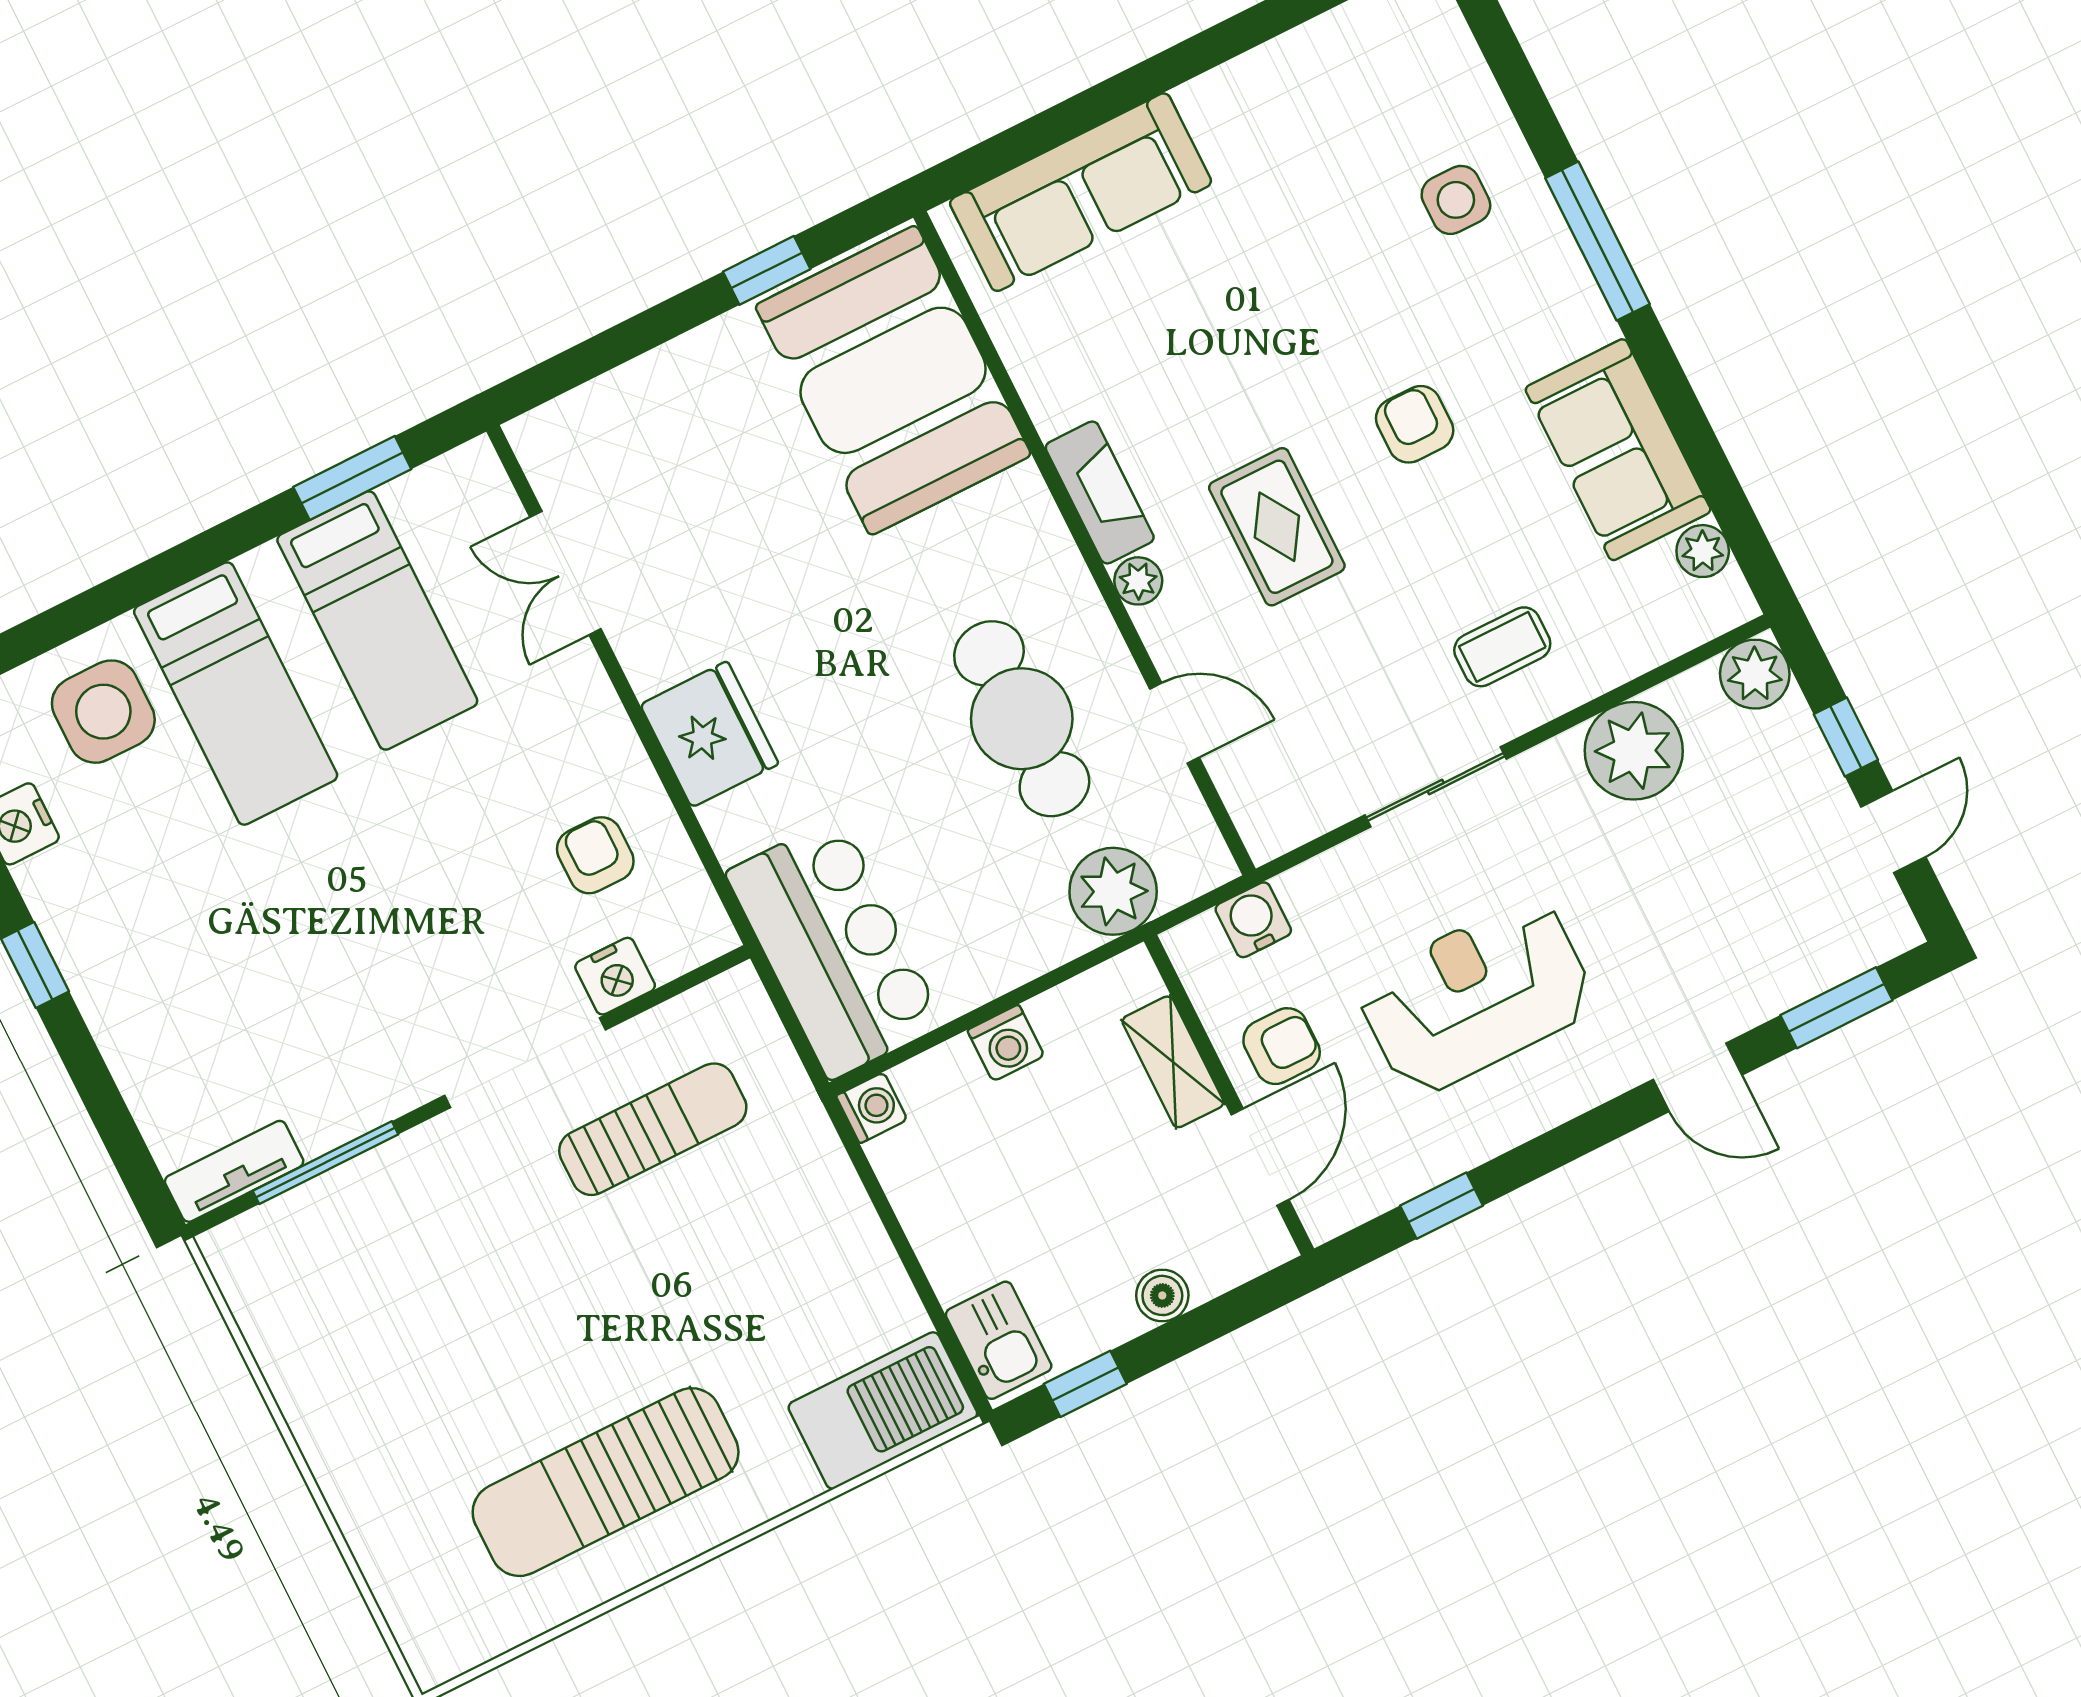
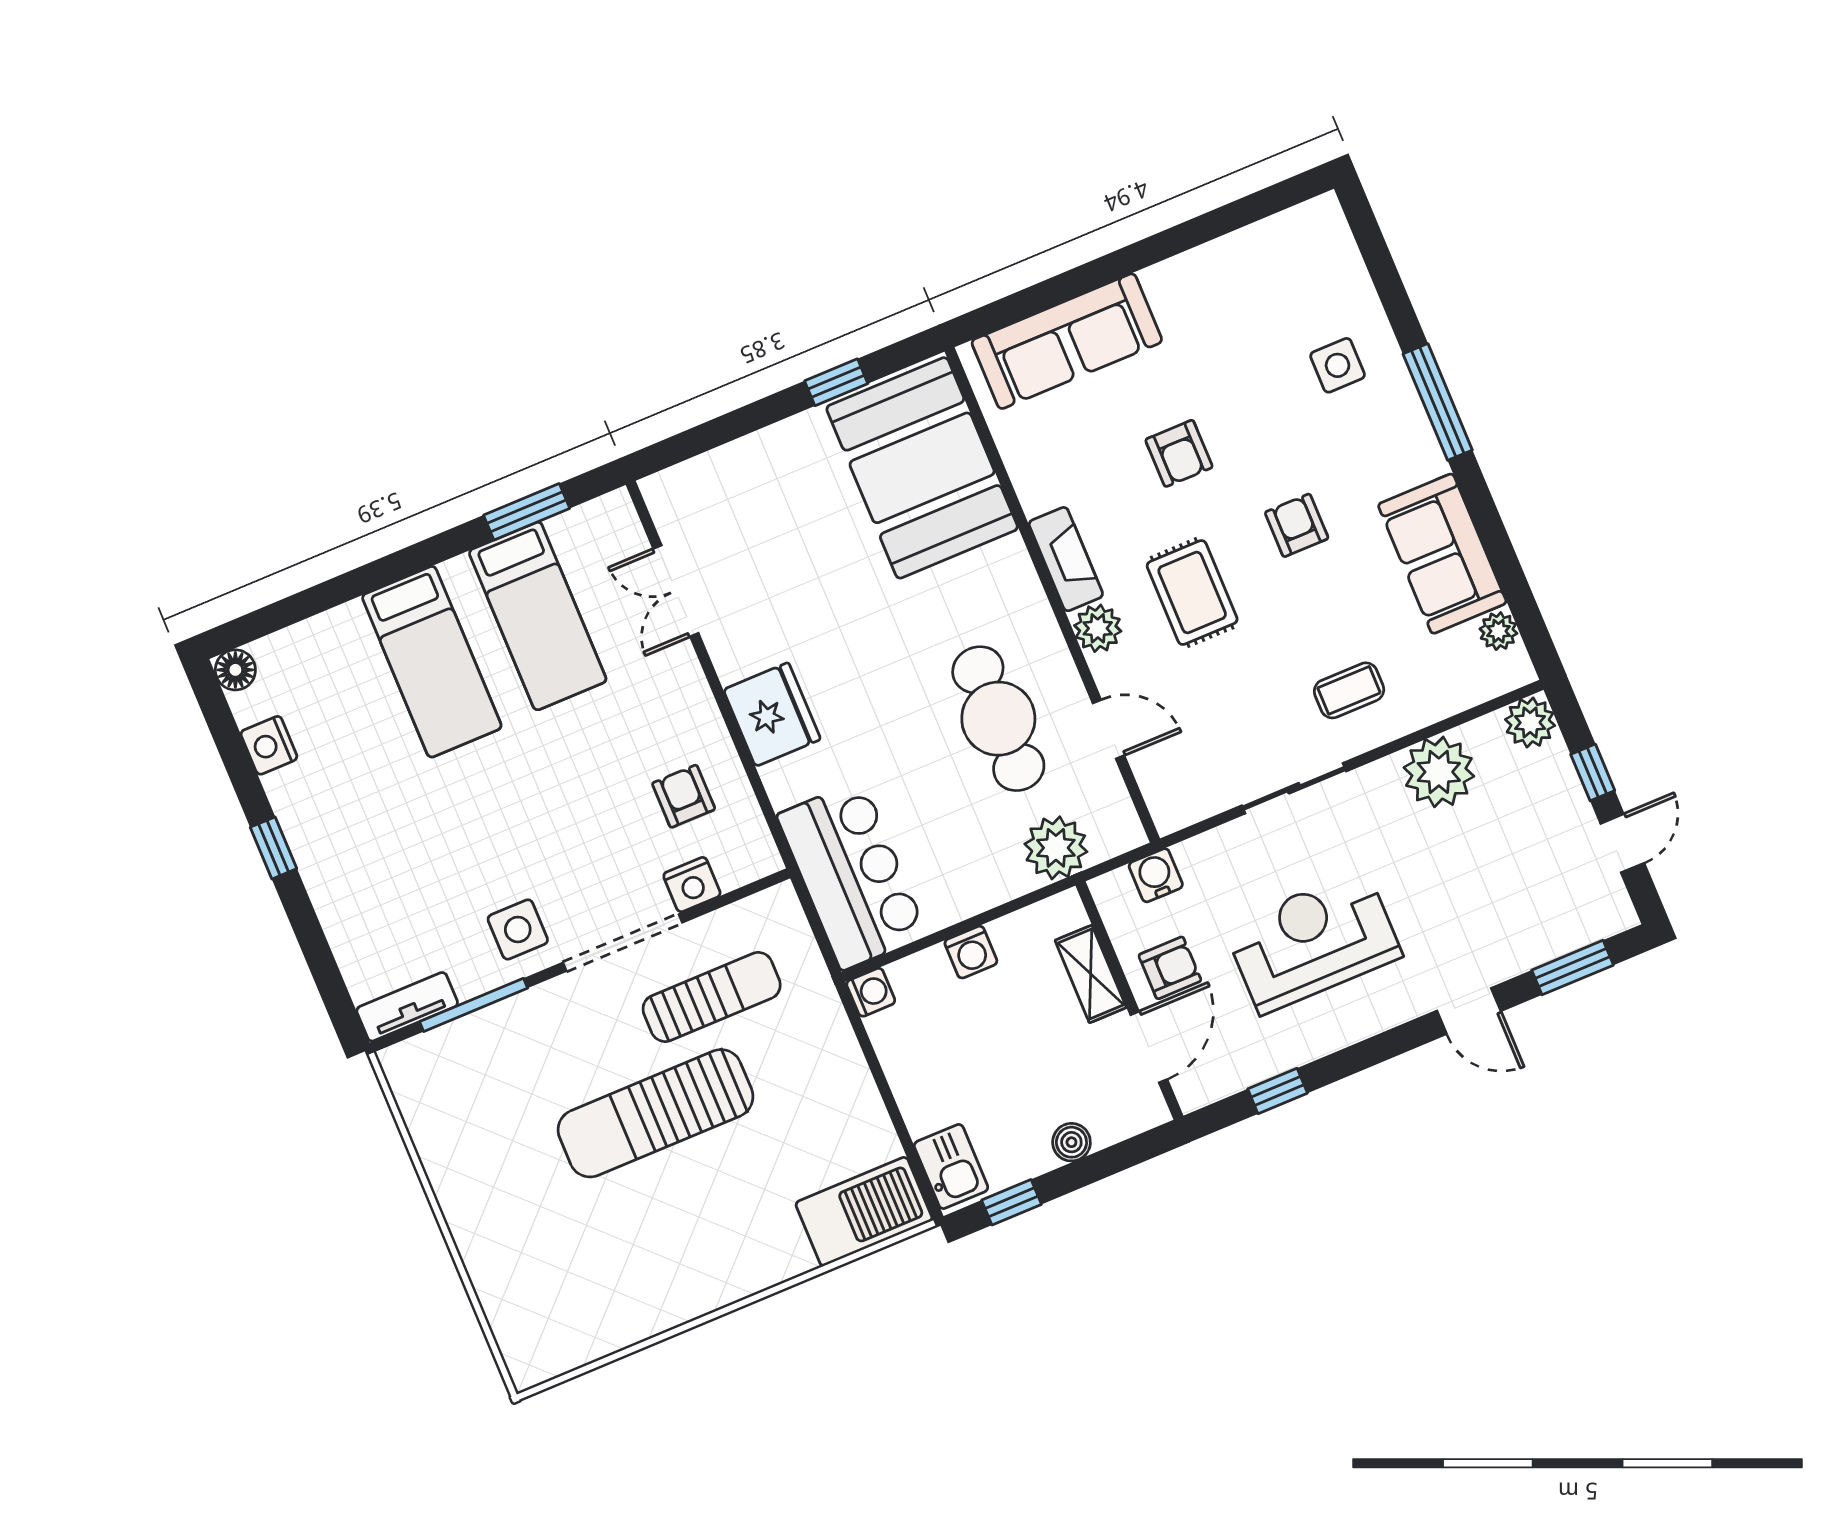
armchair: (1246, 336) -> (1179, 453), added
plant: (1138, 581) -> (1098, 628), width x1.38, depth x1.38
side table: (103, 712) -> (518, 929), moved, width x0.73, depth x0.73
sun lounger: (606, 1482) -> (656, 1113), moved

